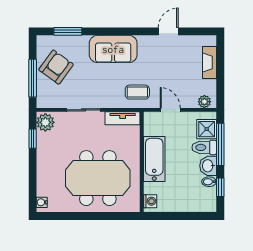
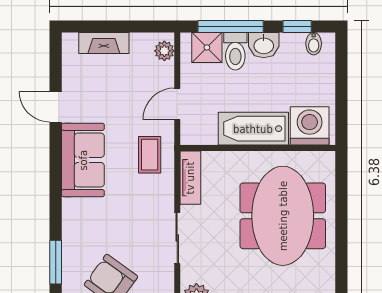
sofa: (113, 49) -> (83, 160), moved
bidet: (209, 182) -> (314, 44), moved
washing machine: (150, 201) -> (310, 126), width x1.89, depth x1.89

